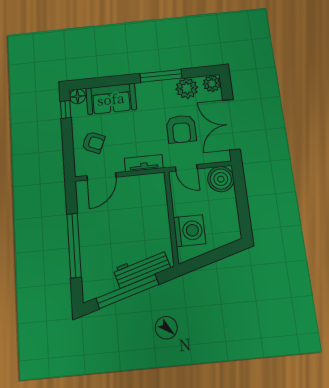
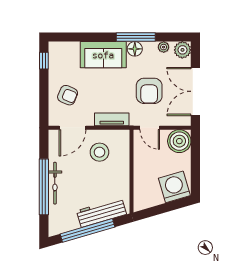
plant: (187, 88) -> (164, 47), width x0.53, depth x0.53
floor lamp: (77, 96) -> (135, 49), moved
sofa: (111, 99) -> (103, 55), moved
stool: (133, 200) -> (99, 152), added
washing machine: (189, 231) -> (174, 187), moved, turned -106
bicycle: (86, 240) -> (55, 183), added

